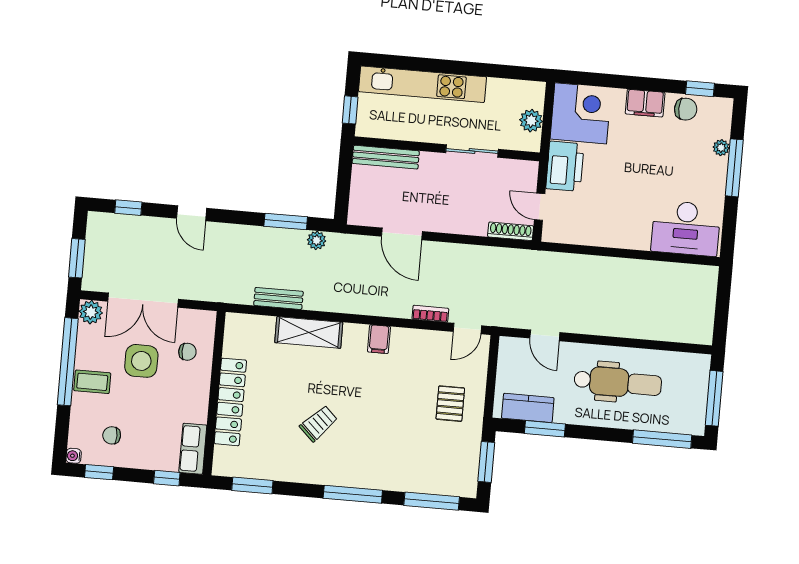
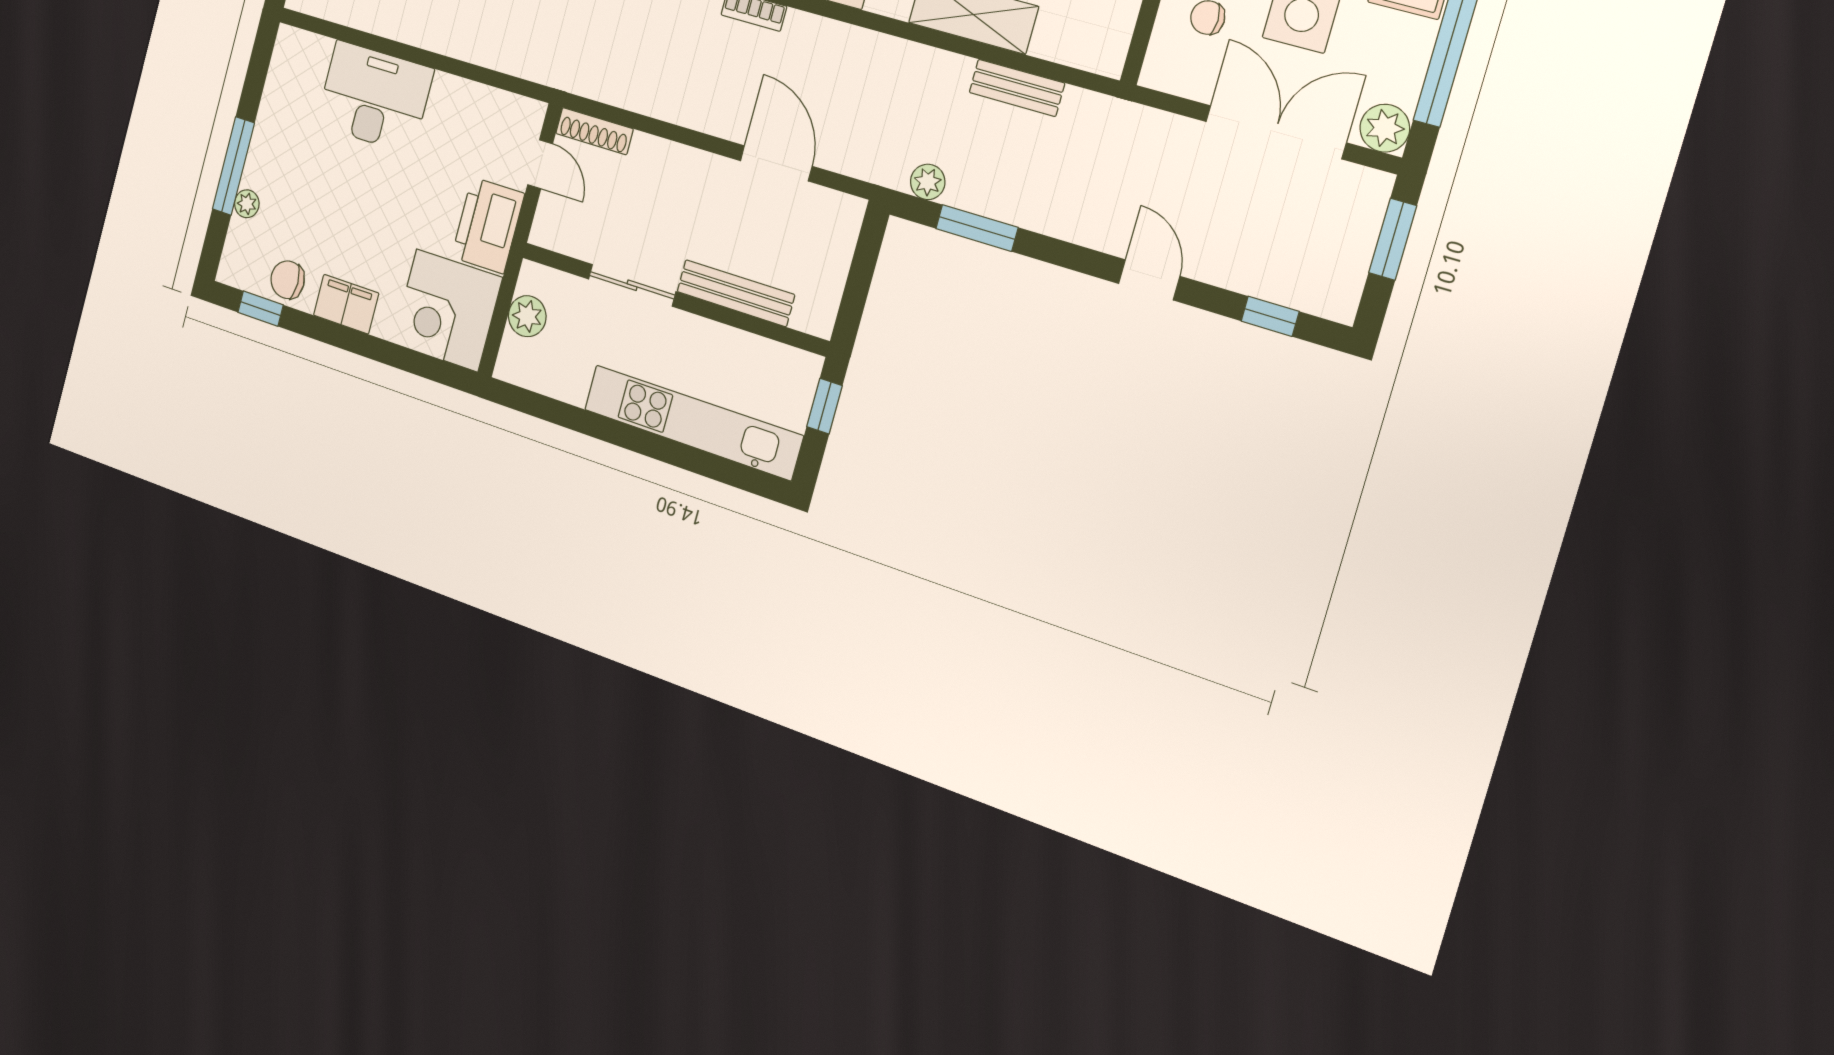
bench: (386, 157) -> (736, 293), moved
desk: (686, 228) -> (374, 97), moved

